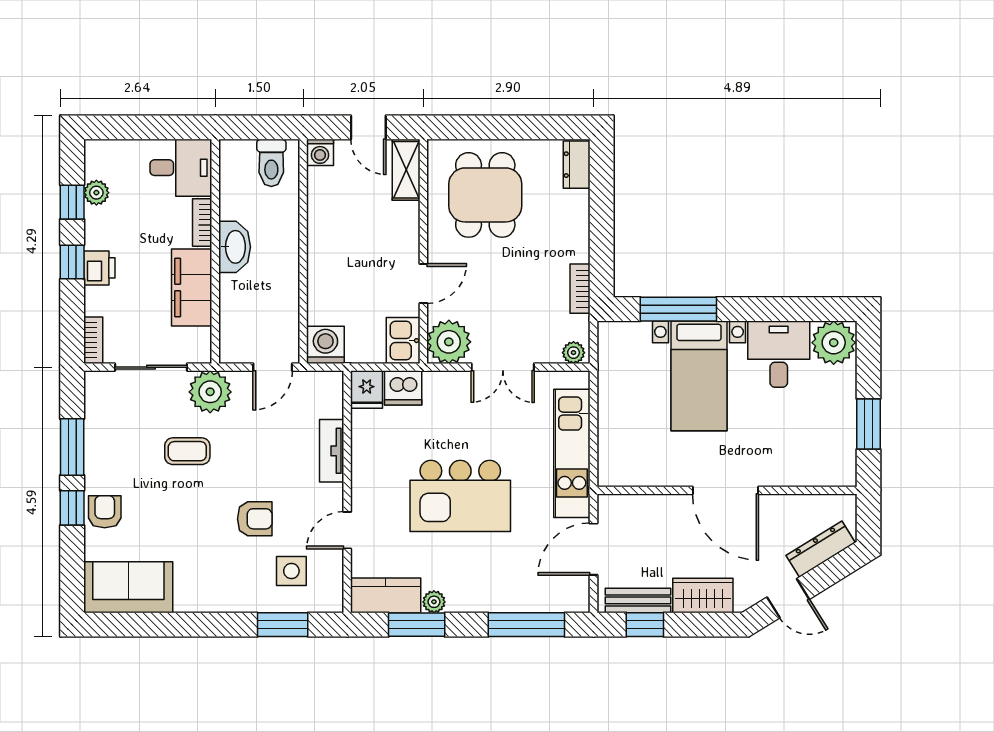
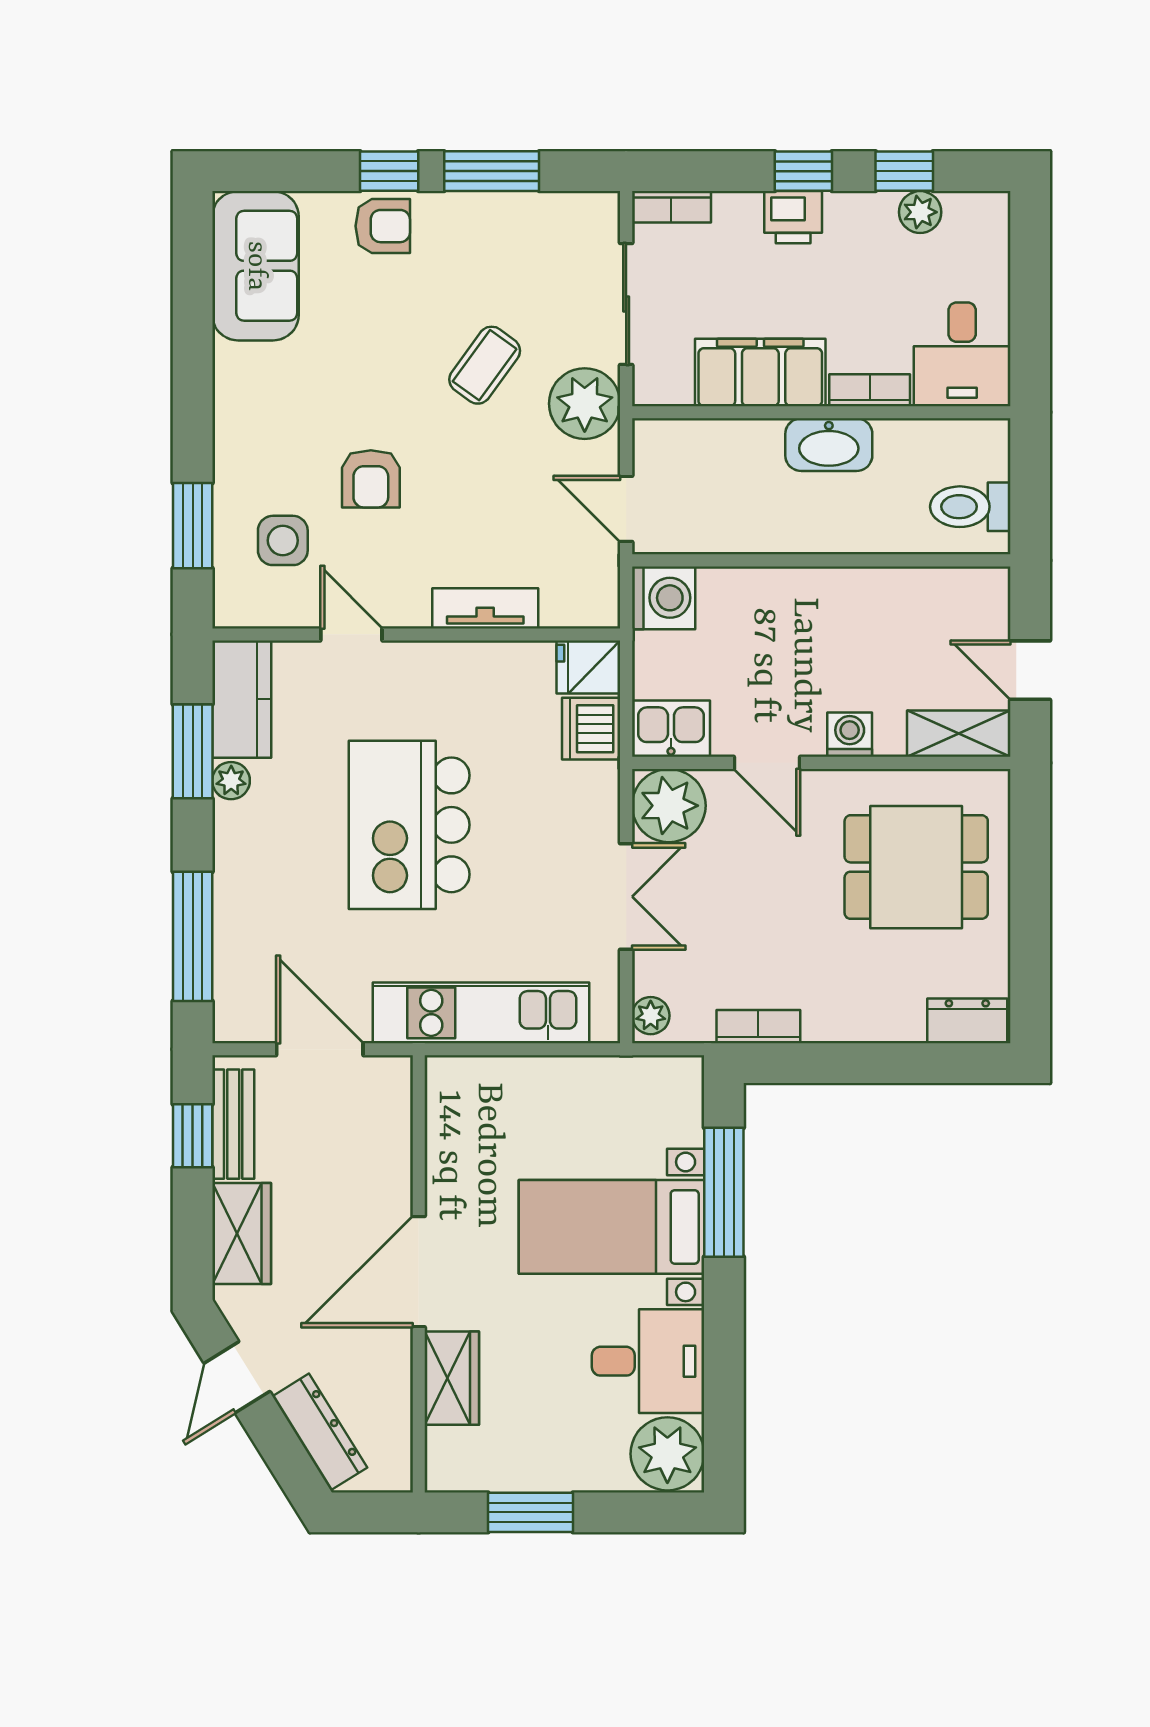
door: (368, 127) -> (1030, 670), hinge flipped
washing machine: (320, 152) -> (850, 735), moved, turned 90
double door: (503, 367) -> (626, 897), swing flipped
coffee table: (187, 451) -> (485, 365), turned 36
wardrobe: (789, 471) -> (452, 1378), added

